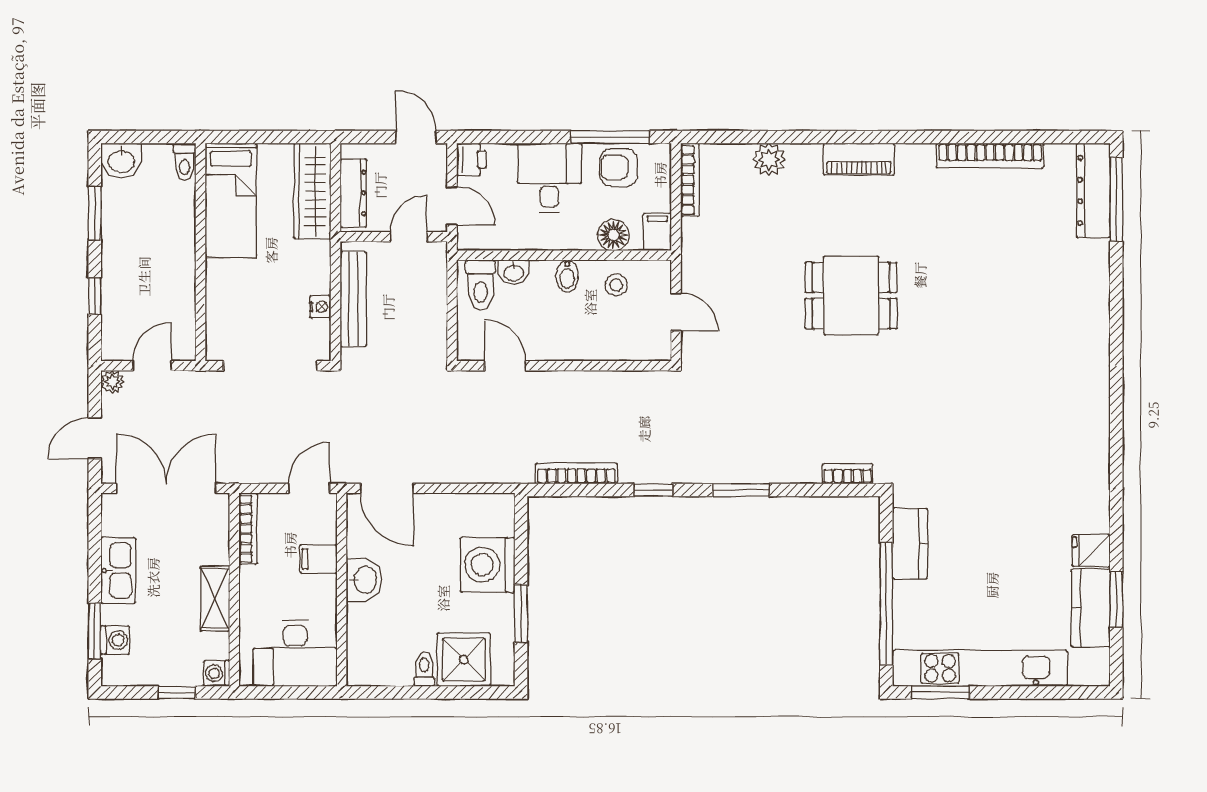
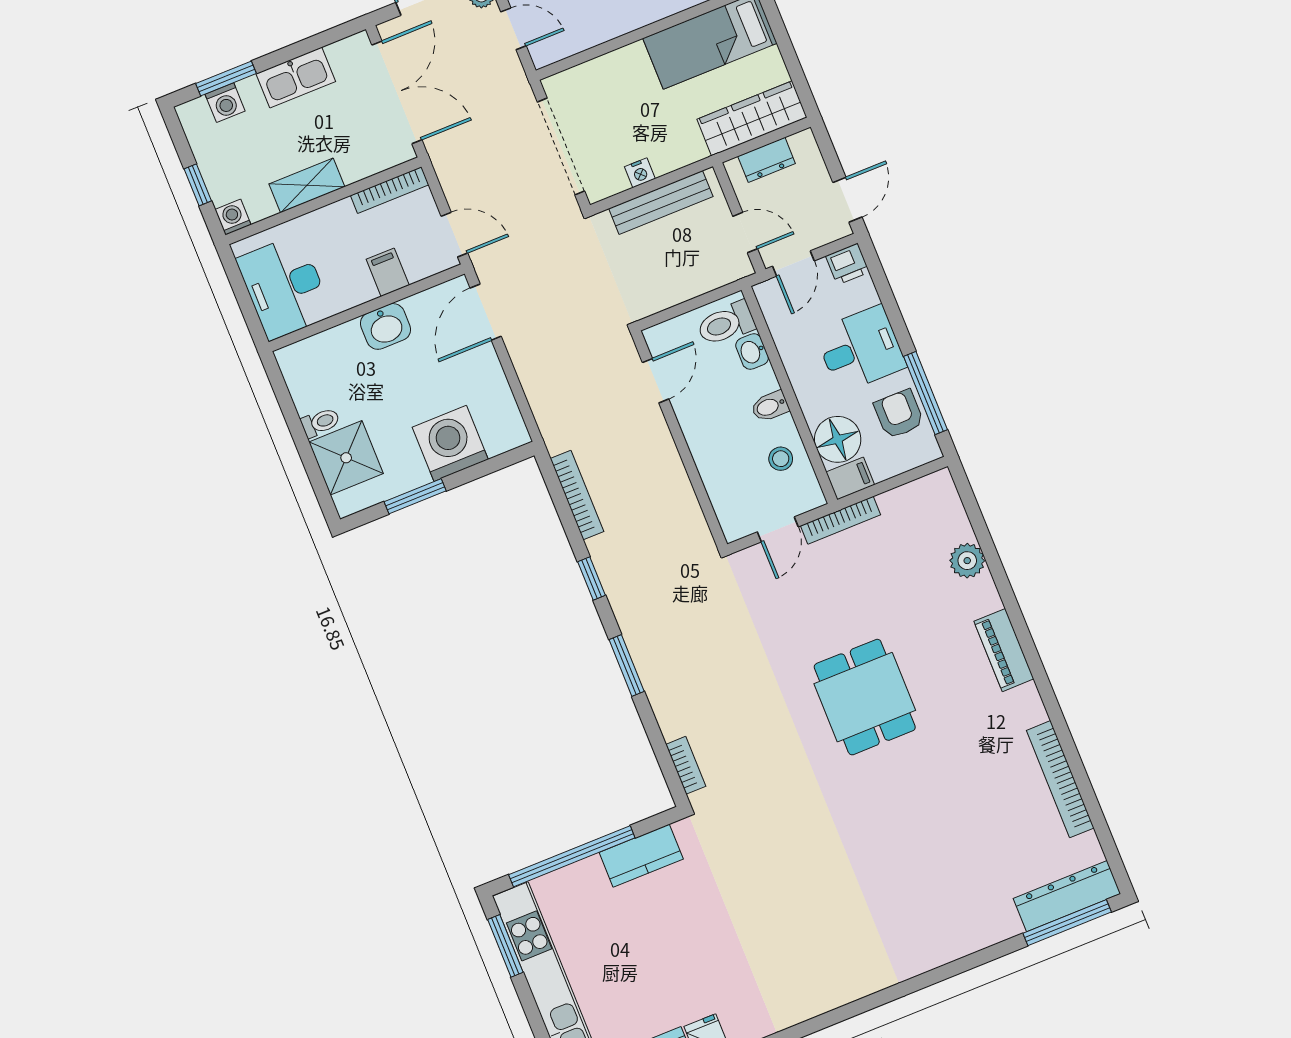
bookcase: (690, 180) -> (840, 520), moved
dresser: (353, 193) -> (767, 160), width x0.70
floor lamp: (613, 235) -> (838, 439), width x1.38, depth x1.38

